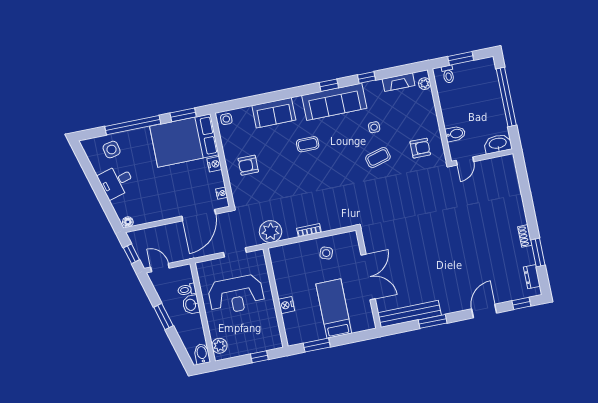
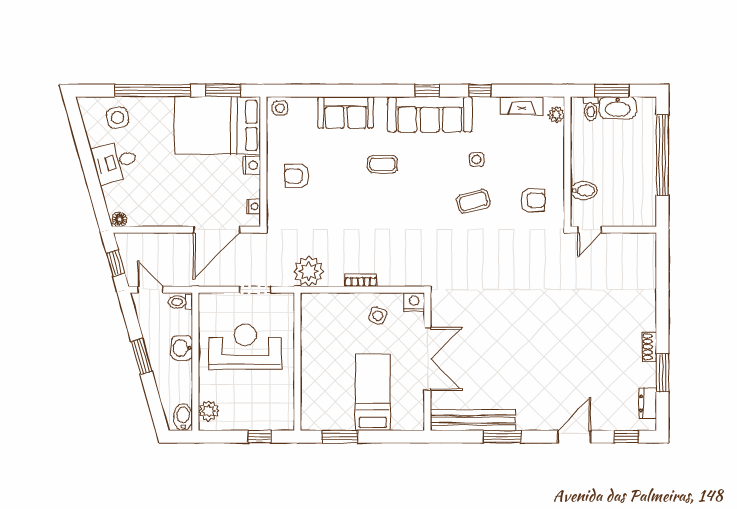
washbasin: (498, 144) -> (618, 108), moved, turned 180
toilet: (187, 290) -> (180, 302), moved
reception desk: (236, 295) -> (245, 347), turned 180
nightstand: (286, 305) -> (414, 302), moved, turned 90

